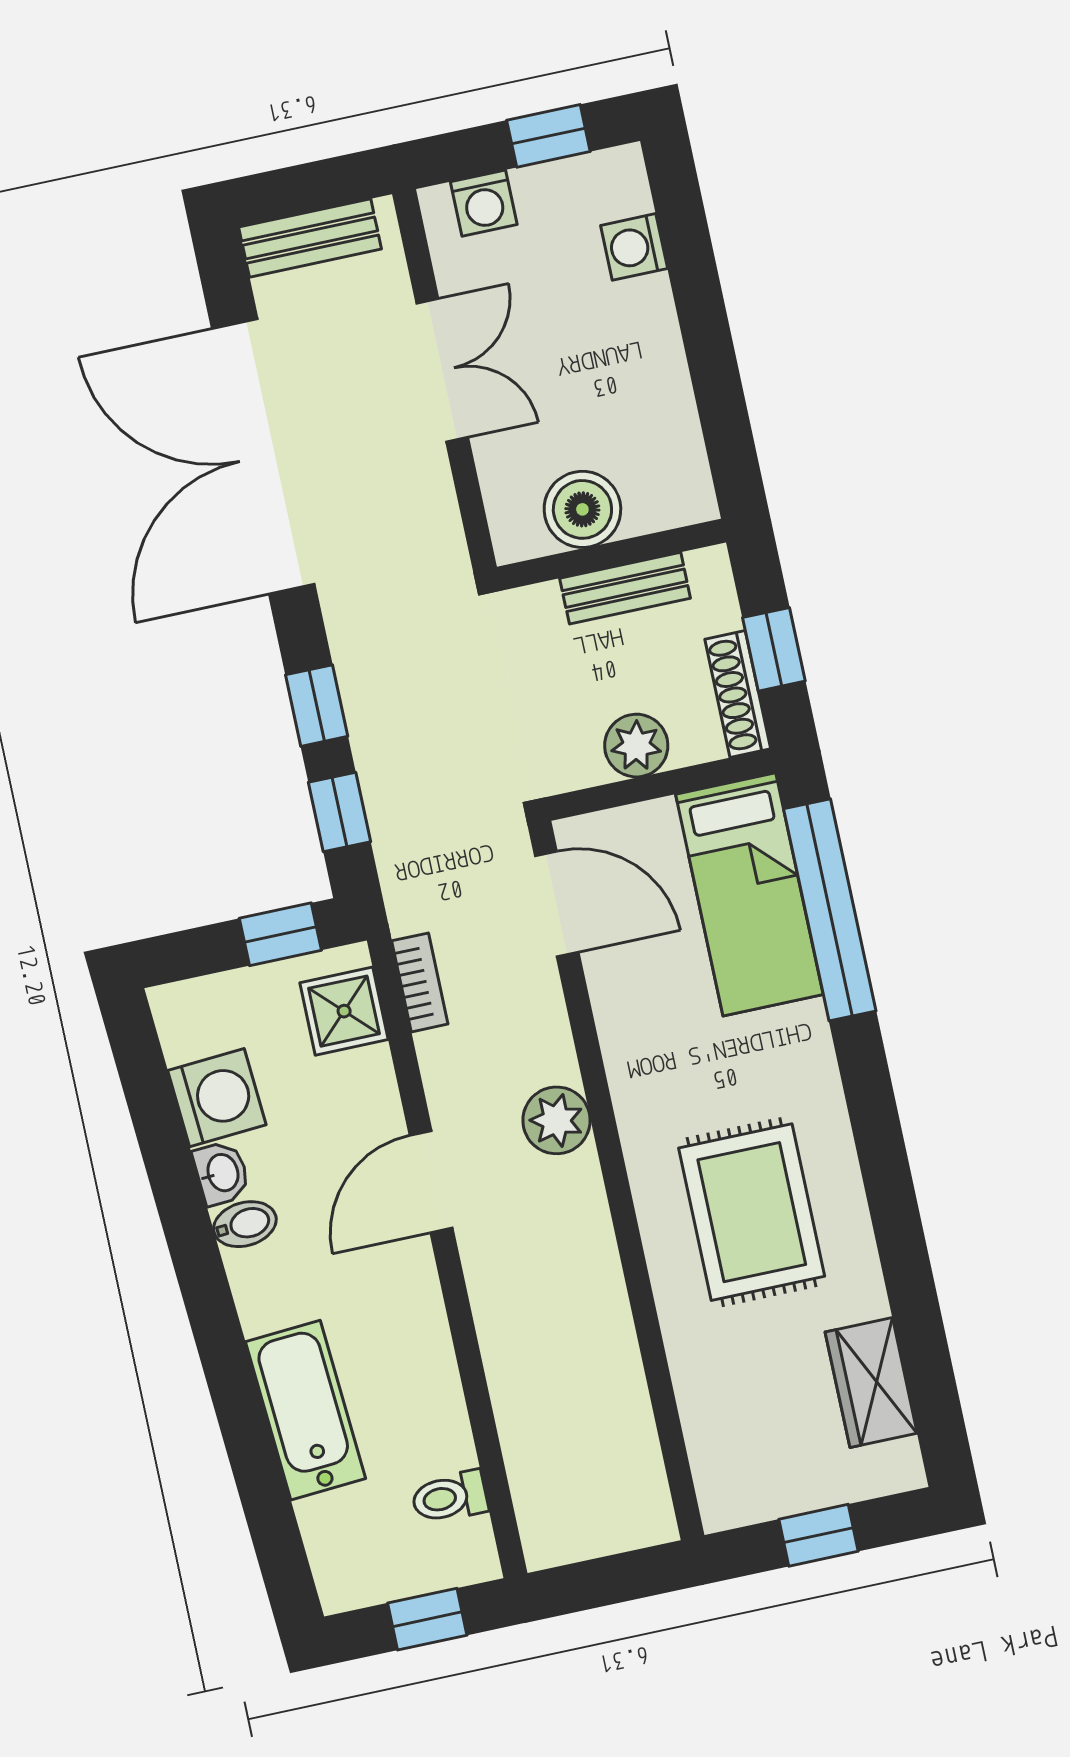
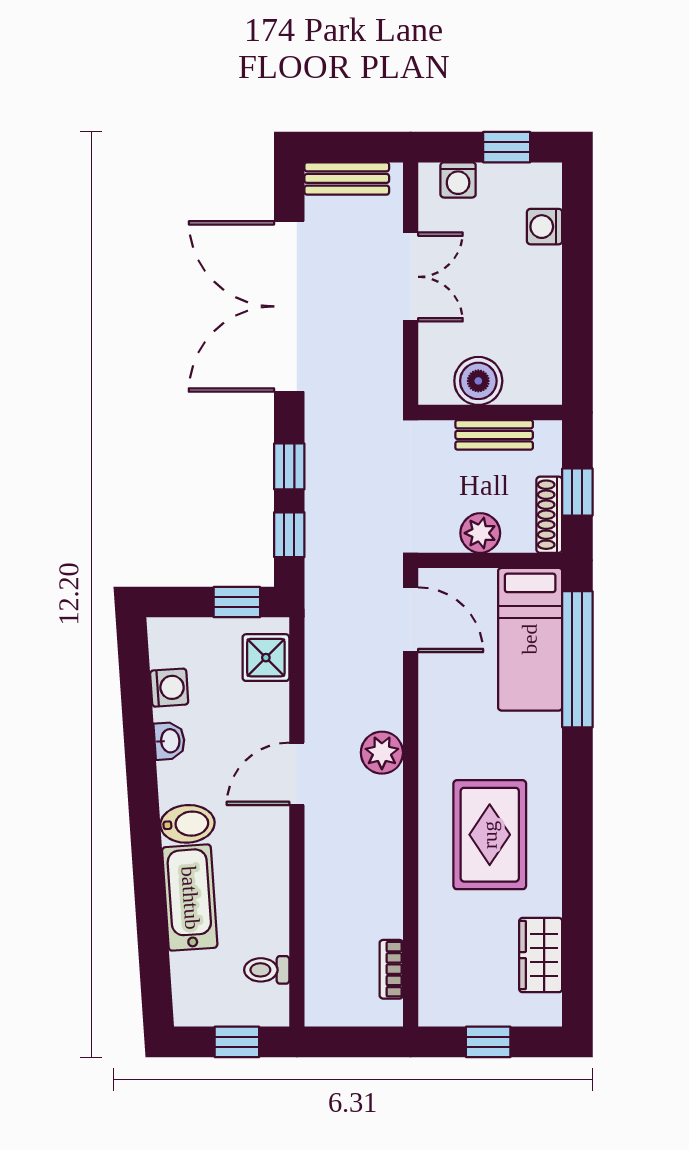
bookcase: (420, 982) -> (391, 969), moved, turned 180
washing machine: (217, 1098) -> (169, 688), width x0.73, depth x0.73
bidet: (245, 1224) -> (187, 824), moved, width x1.38, depth x1.36

